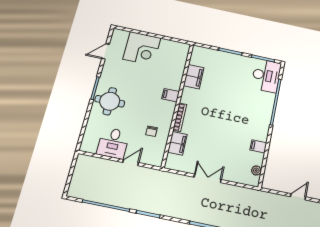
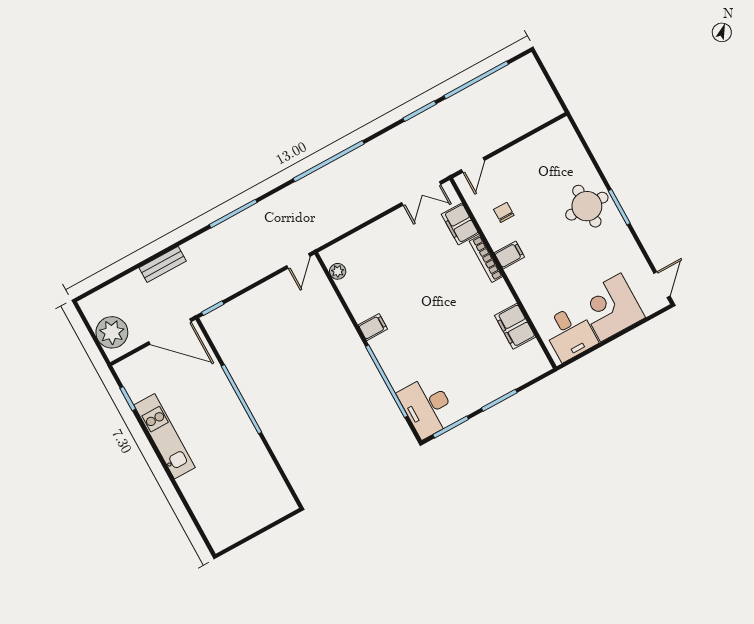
door: (106, 51) -> (662, 285), moved
filing cabinet: (171, 95) -> (509, 255), moved
desk: (113, 143) -> (570, 333), moved, turned 180
filing cabinet: (258, 146) -> (373, 327), moved
door: (131, 163) -> (473, 165), moved
double door: (208, 178) -> (421, 193), moved
door: (298, 197) -> (298, 261), moved

